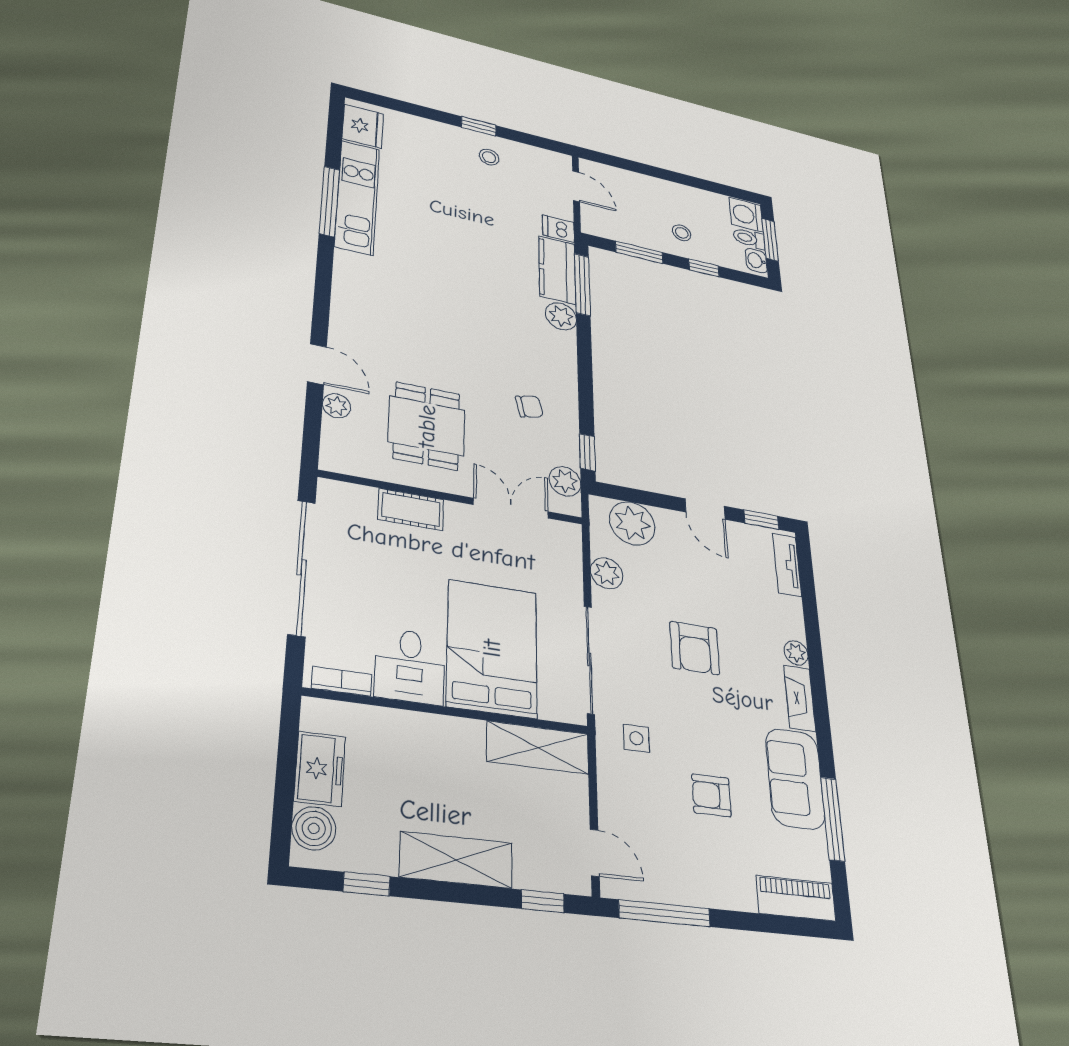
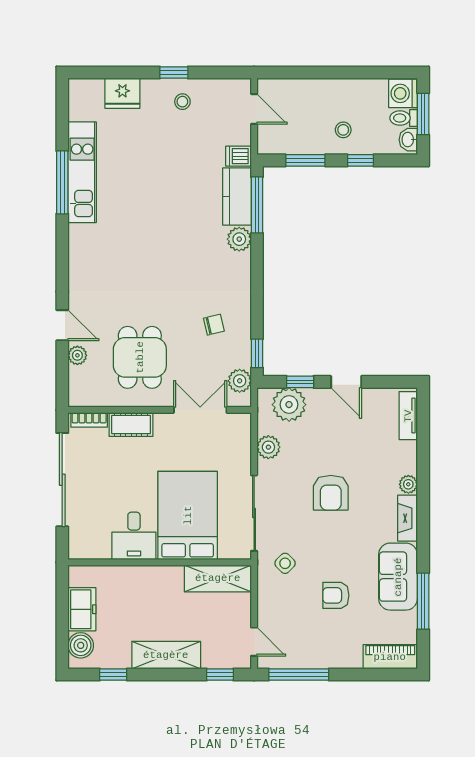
fridge: (363, 126) -> (122, 93), moved, turned 90
window: (761, 520) -> (300, 382), moved
bookcase: (342, 681) -> (89, 420), moved, turned 180
side table: (636, 738) -> (285, 563), turned 45

